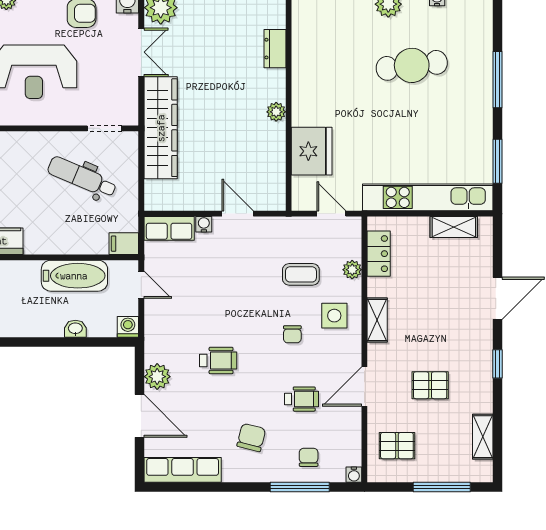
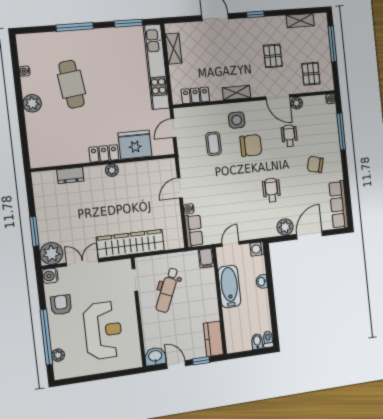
locker: (303, 102) -> (104, 153), added
plant: (352, 270) -> (297, 103), moved
chair: (292, 334) -> (251, 145), width x1.87, depth x1.87
chair: (309, 457) -> (323, 128), removed

